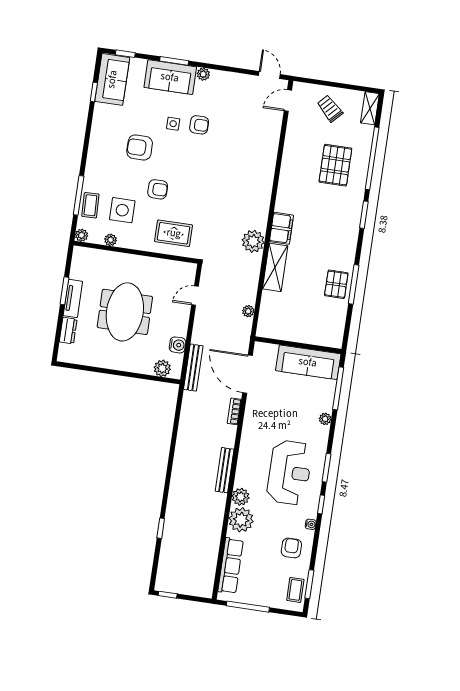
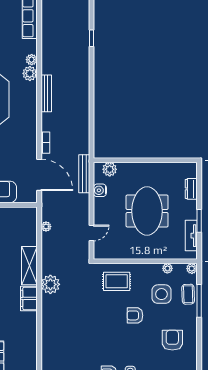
armchair: (140, 147) -> (172, 340), moved, turned -90
tv unit: (73, 298) -> (191, 236), moved
plant: (241, 520) -> (32, 60), width x0.53, depth x0.53

